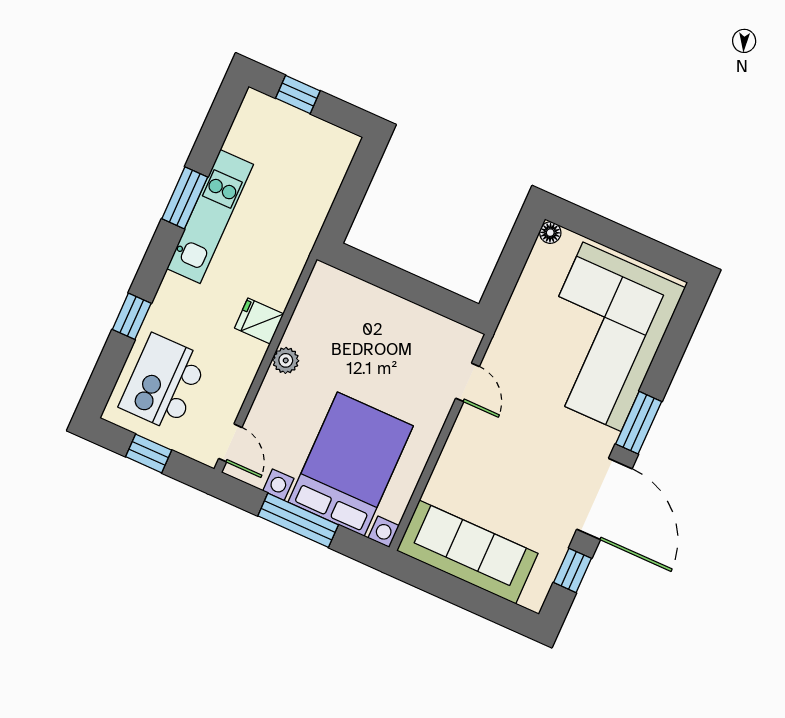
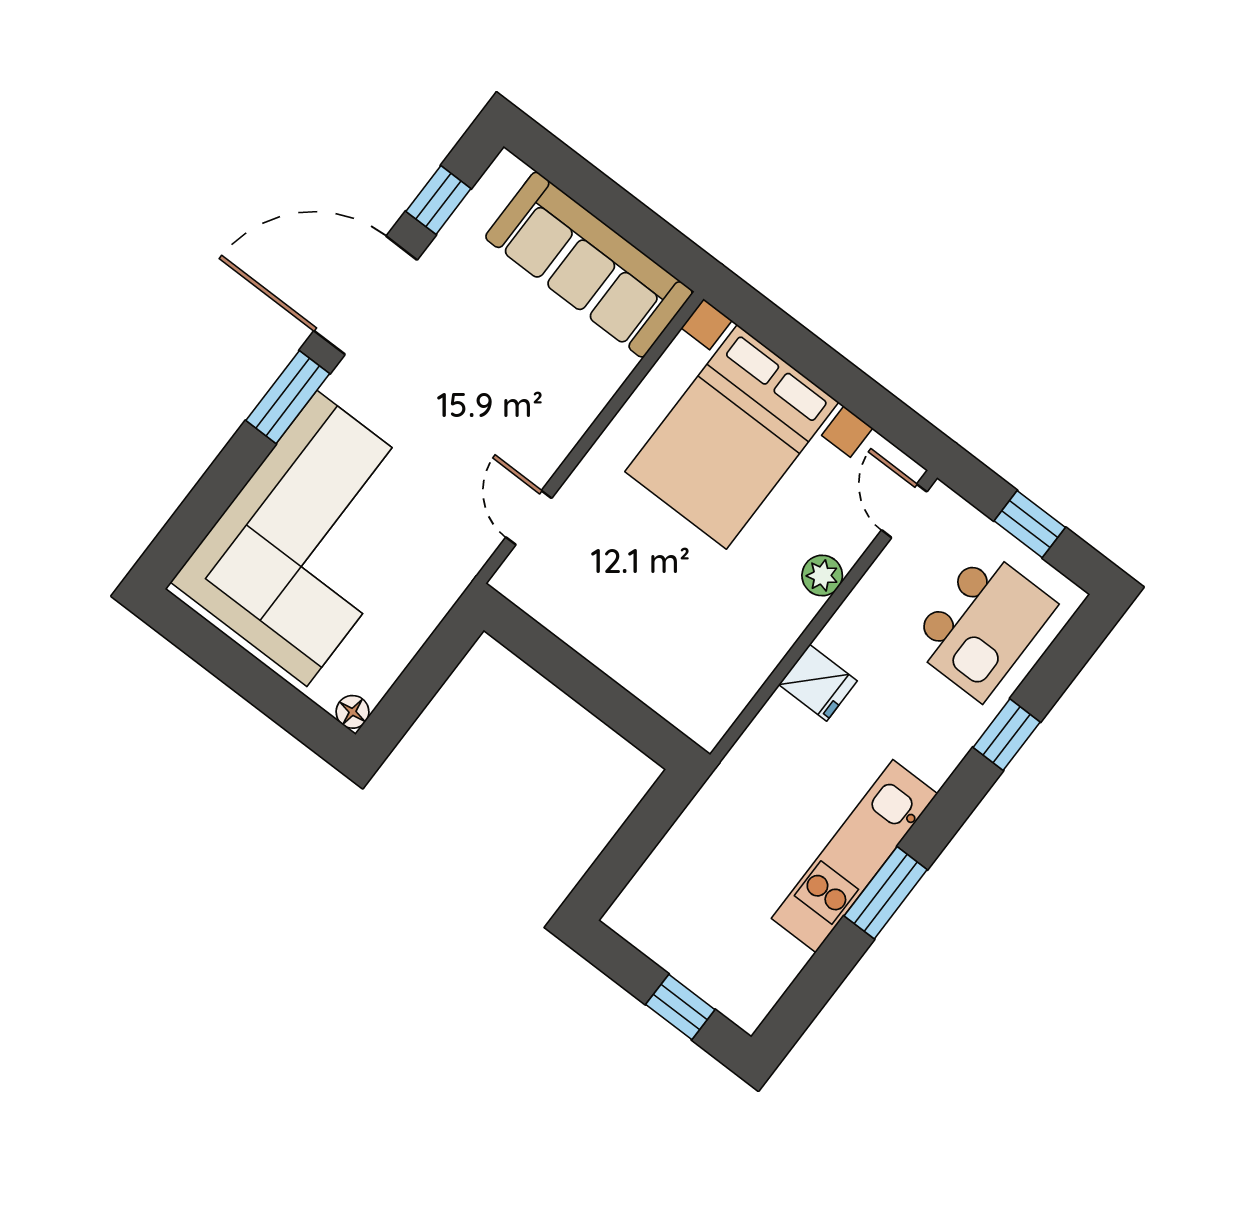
plant: (286, 360) -> (822, 576), moved
door: (604, 499) -> (366, 295), hinge flipped
window: (298, 520) -> (830, 372), removed

